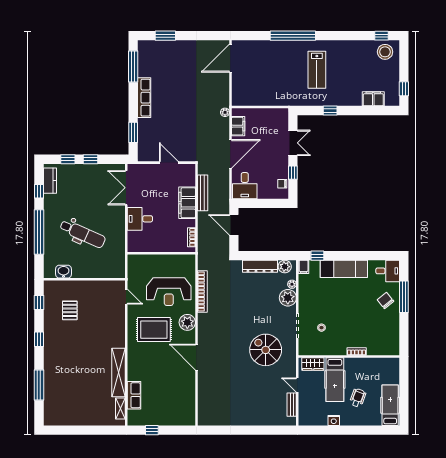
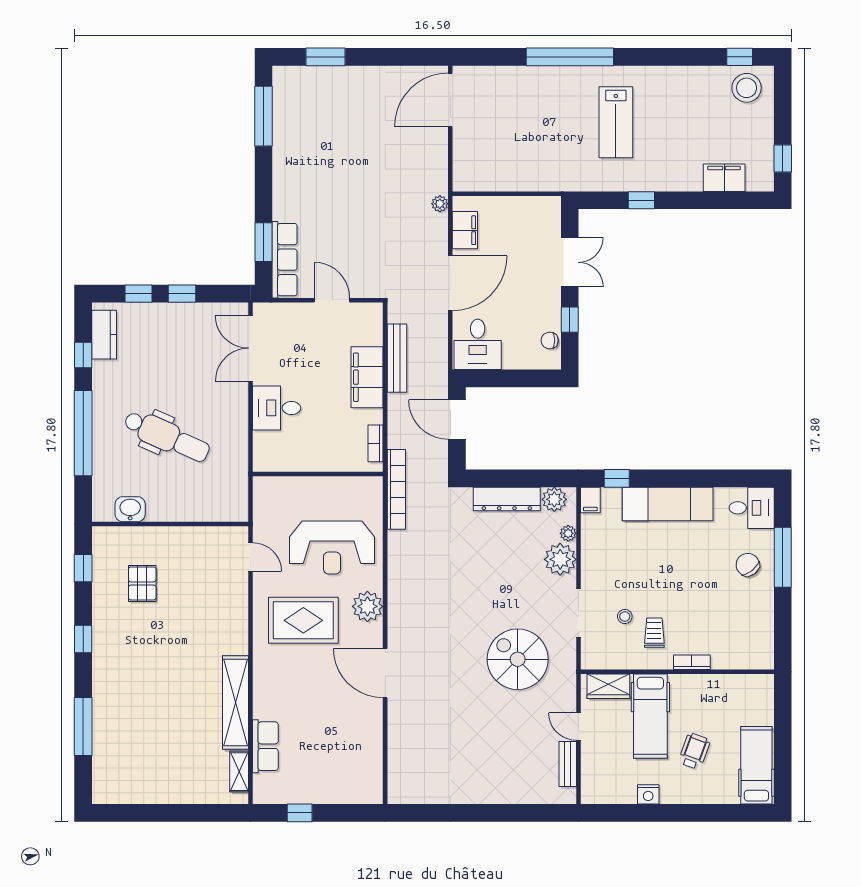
row of seats: (144, 98) -> (285, 260), moved
bookcase: (202, 292) -> (396, 489), moved
trolley: (337, 336) -> (654, 633), added

